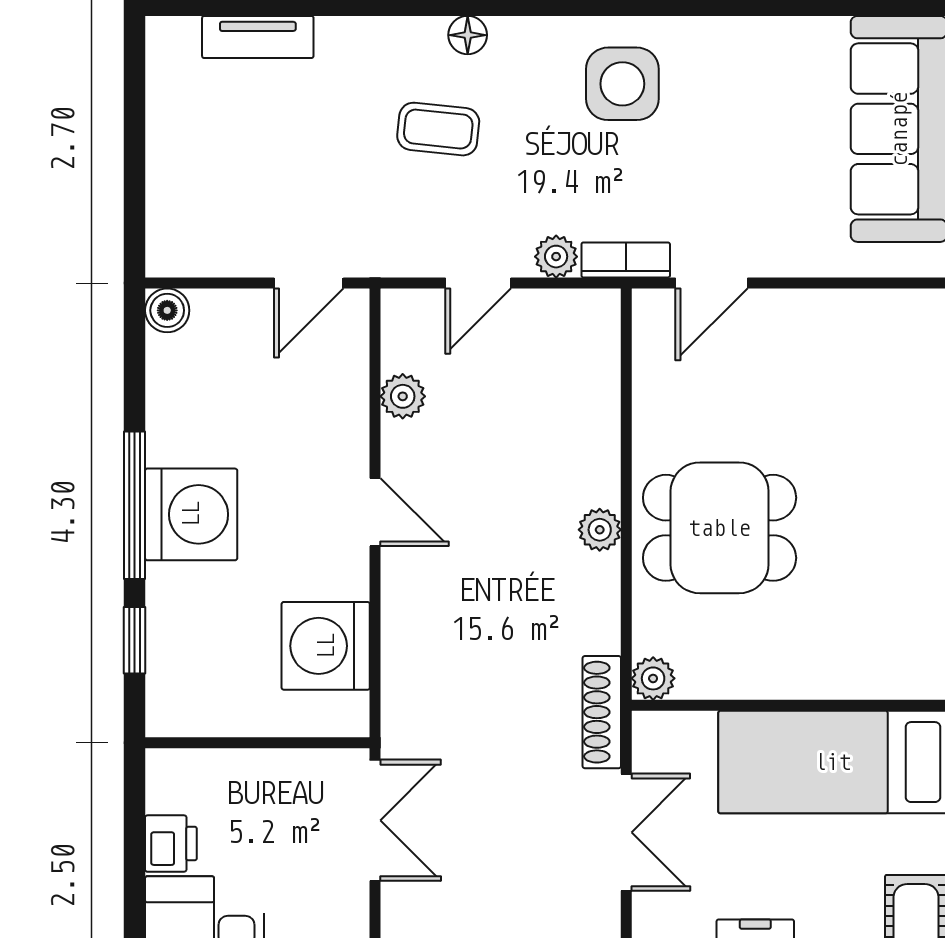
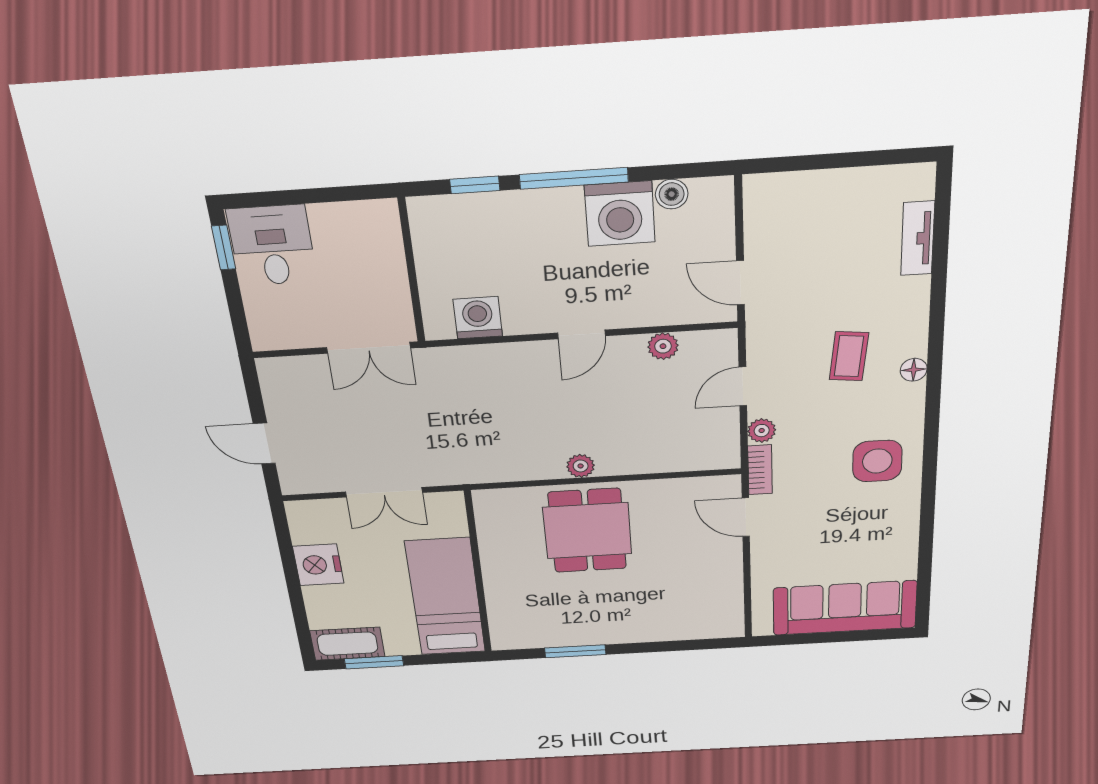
door: (478, 283) -> (743, 386), hinge flipped
boiler: (167, 310) -> (672, 194), moved
washing machine: (191, 514) -> (620, 214), moved
washing machine: (326, 646) -> (478, 318), width x0.73, depth x0.73
plant: (653, 678) -> (486, 501), removed
shoe rack: (602, 712) -> (461, 474), removed
printer: (171, 844) -> (331, 219), removed

